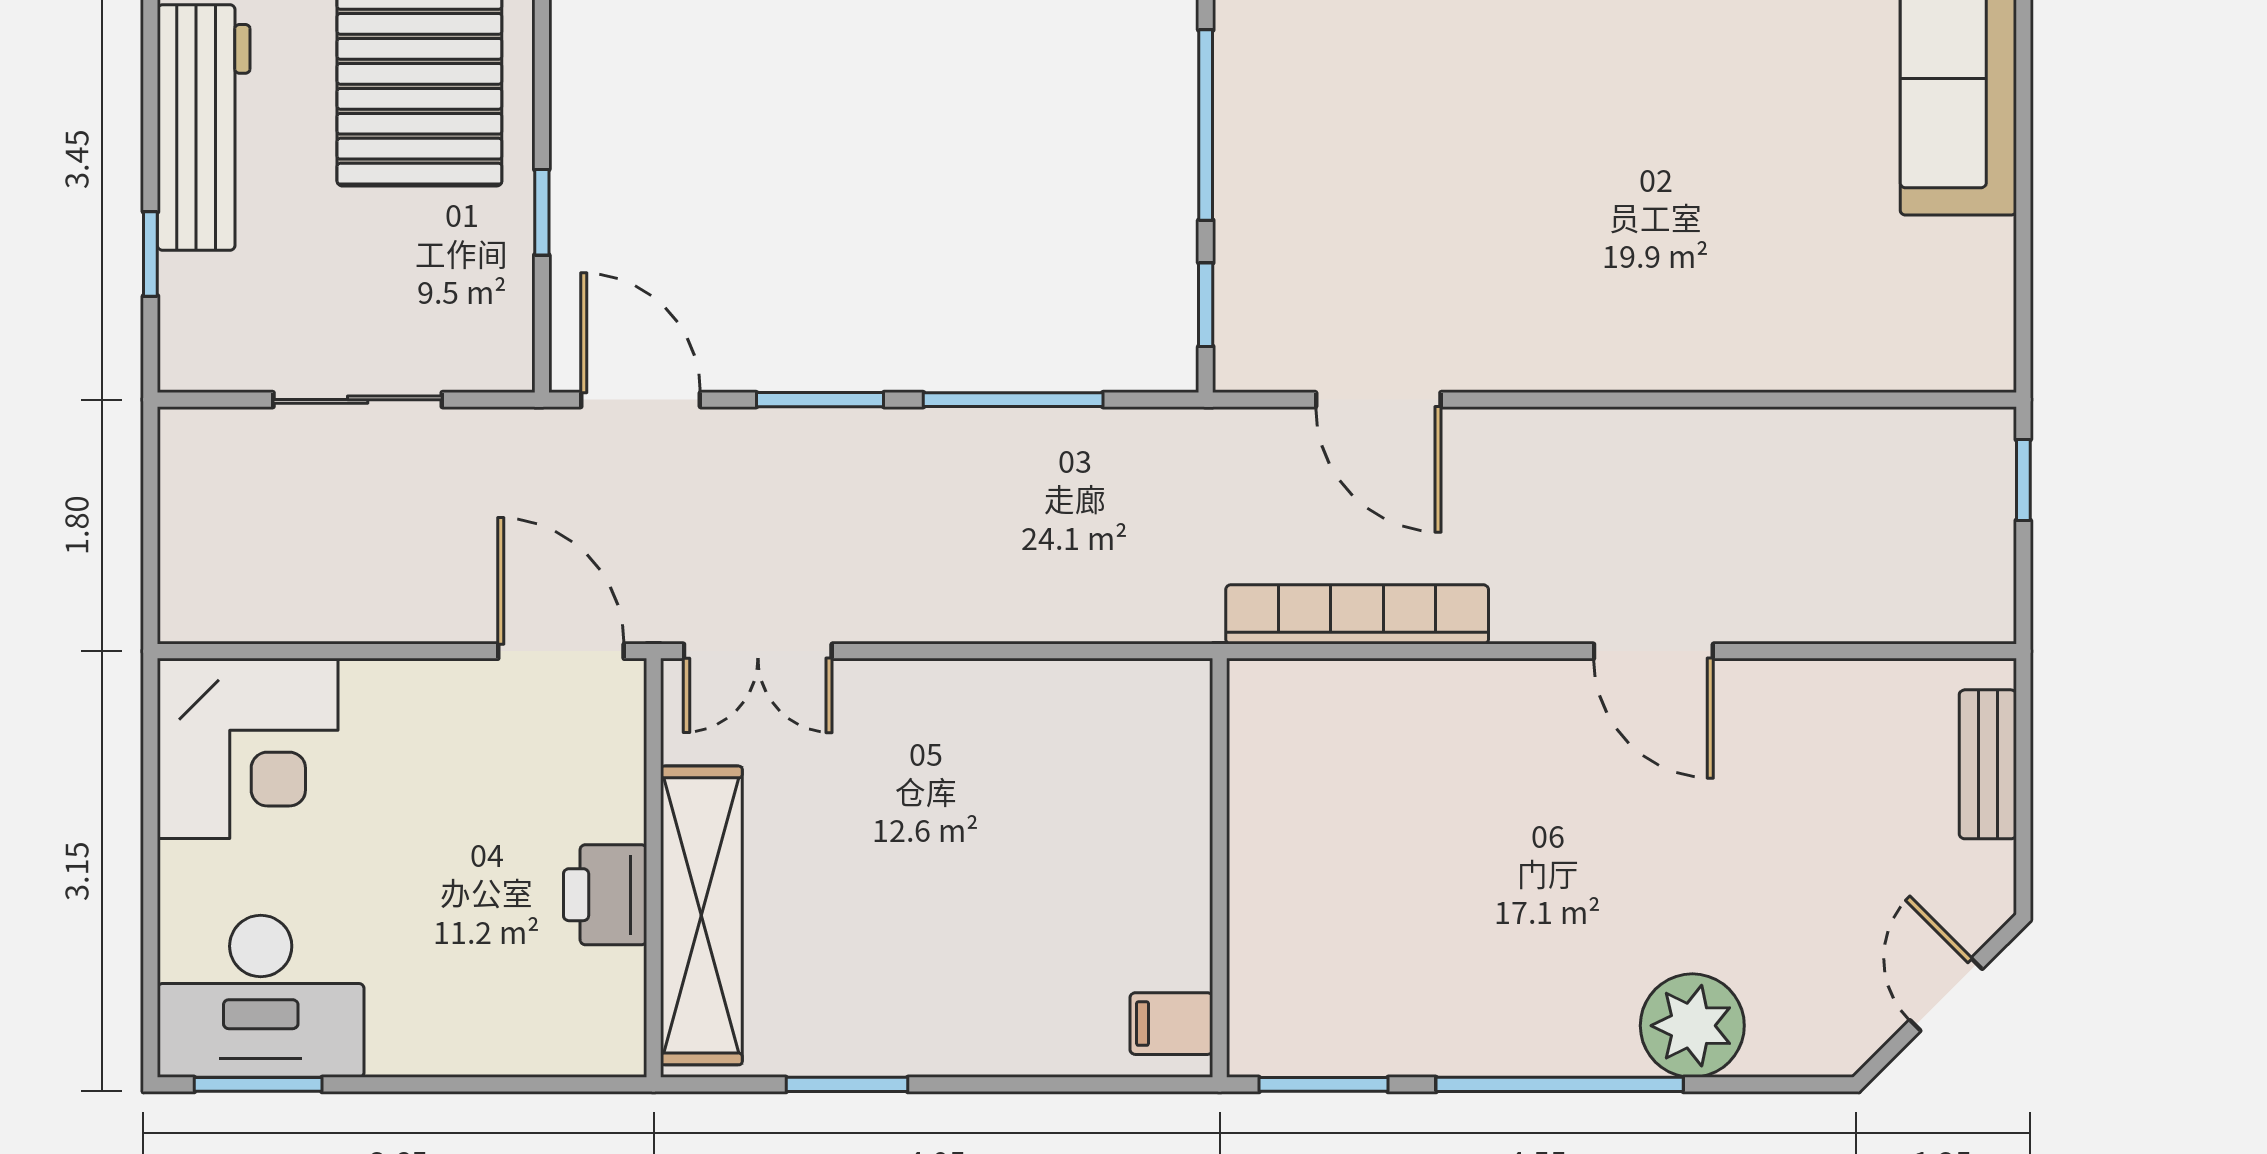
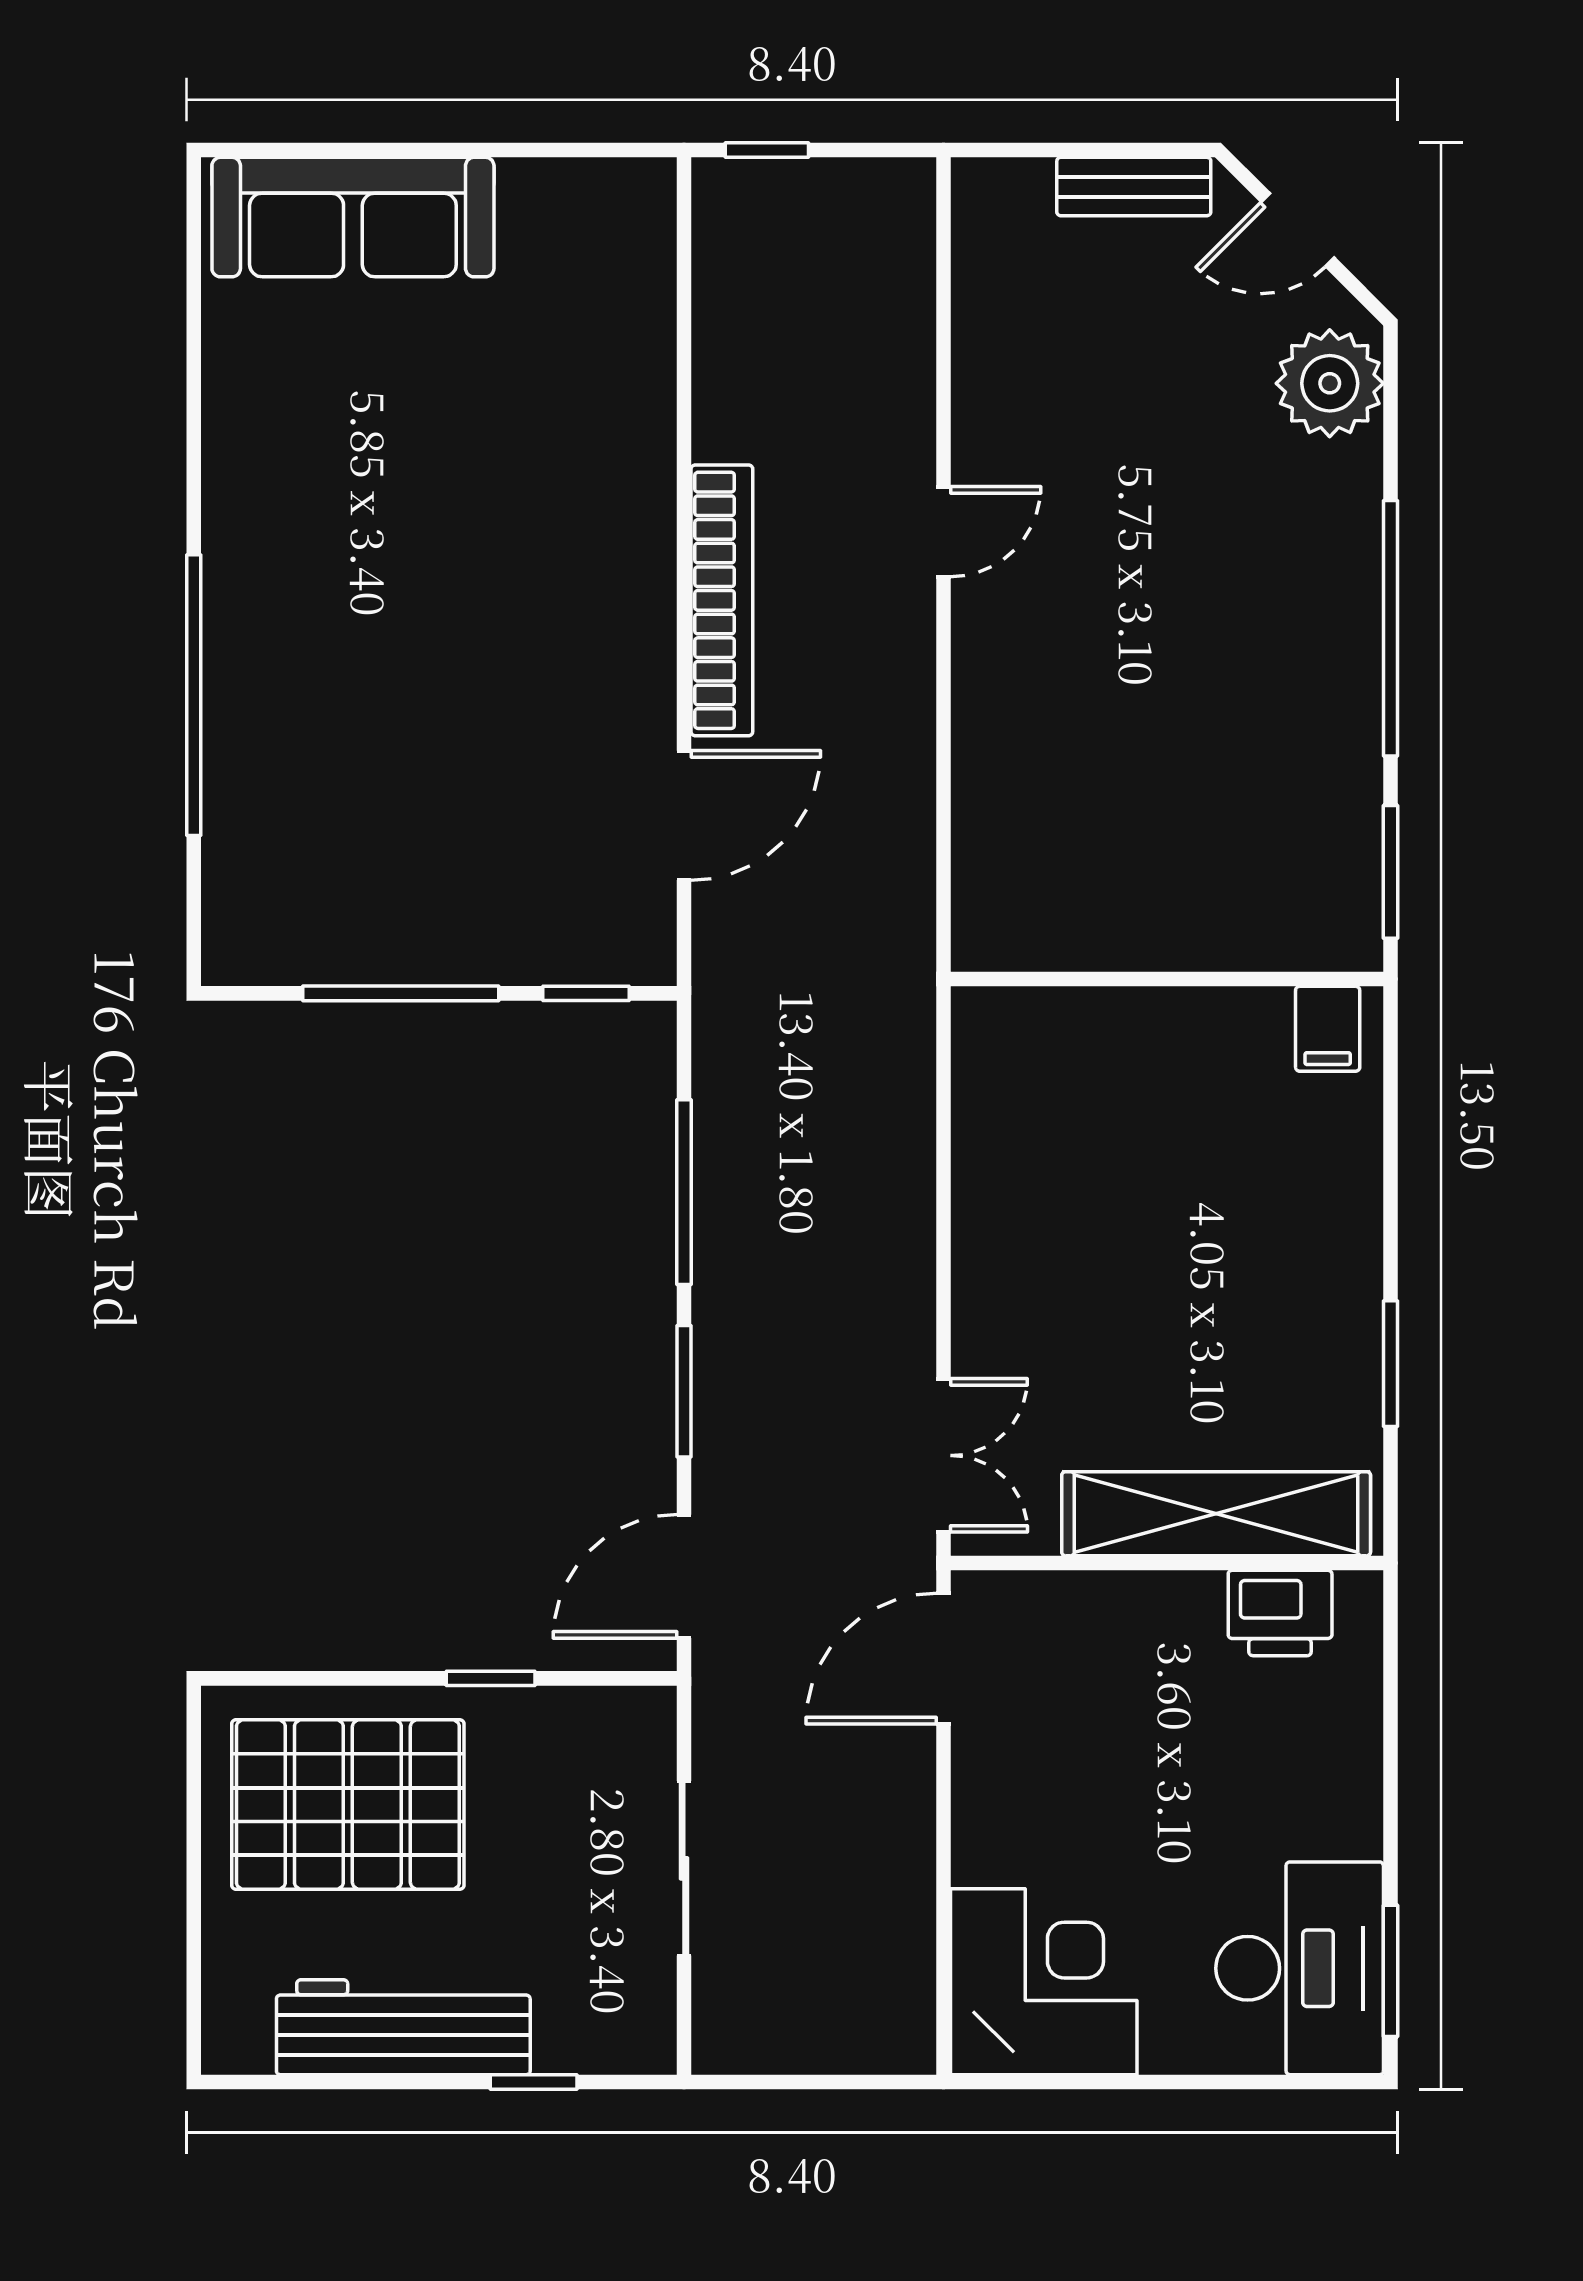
bookcase: (1357, 614) -> (722, 600), moved, turned 180
door: (1653, 651) -> (944, 532), width x0.73
bench: (1988, 764) -> (1134, 187), moved
printer: (605, 895) -> (1280, 1613), moved
plant: (1692, 1026) -> (1330, 383), moved

